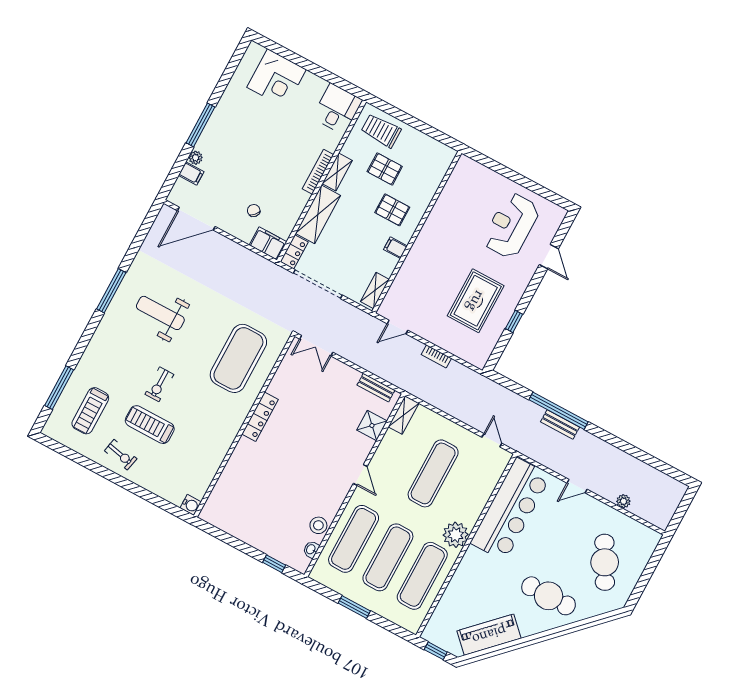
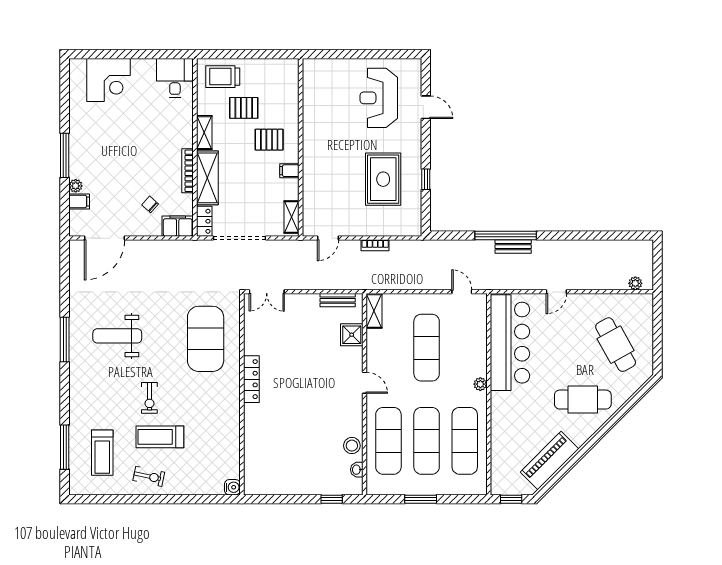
bookcase: (318, 172) -> (187, 171), moved
plant: (623, 501) -> (635, 283), moved
plant: (456, 535) -> (480, 384), width x0.53, depth x0.53

